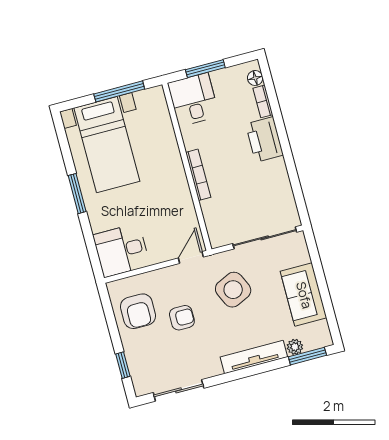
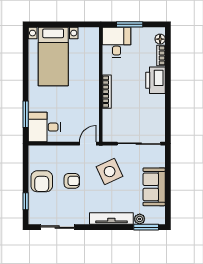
window: (119, 91) -> (70, 24), removed
window: (77, 194) -> (26, 114), moved
armchair: (138, 311) -> (42, 181), moved

